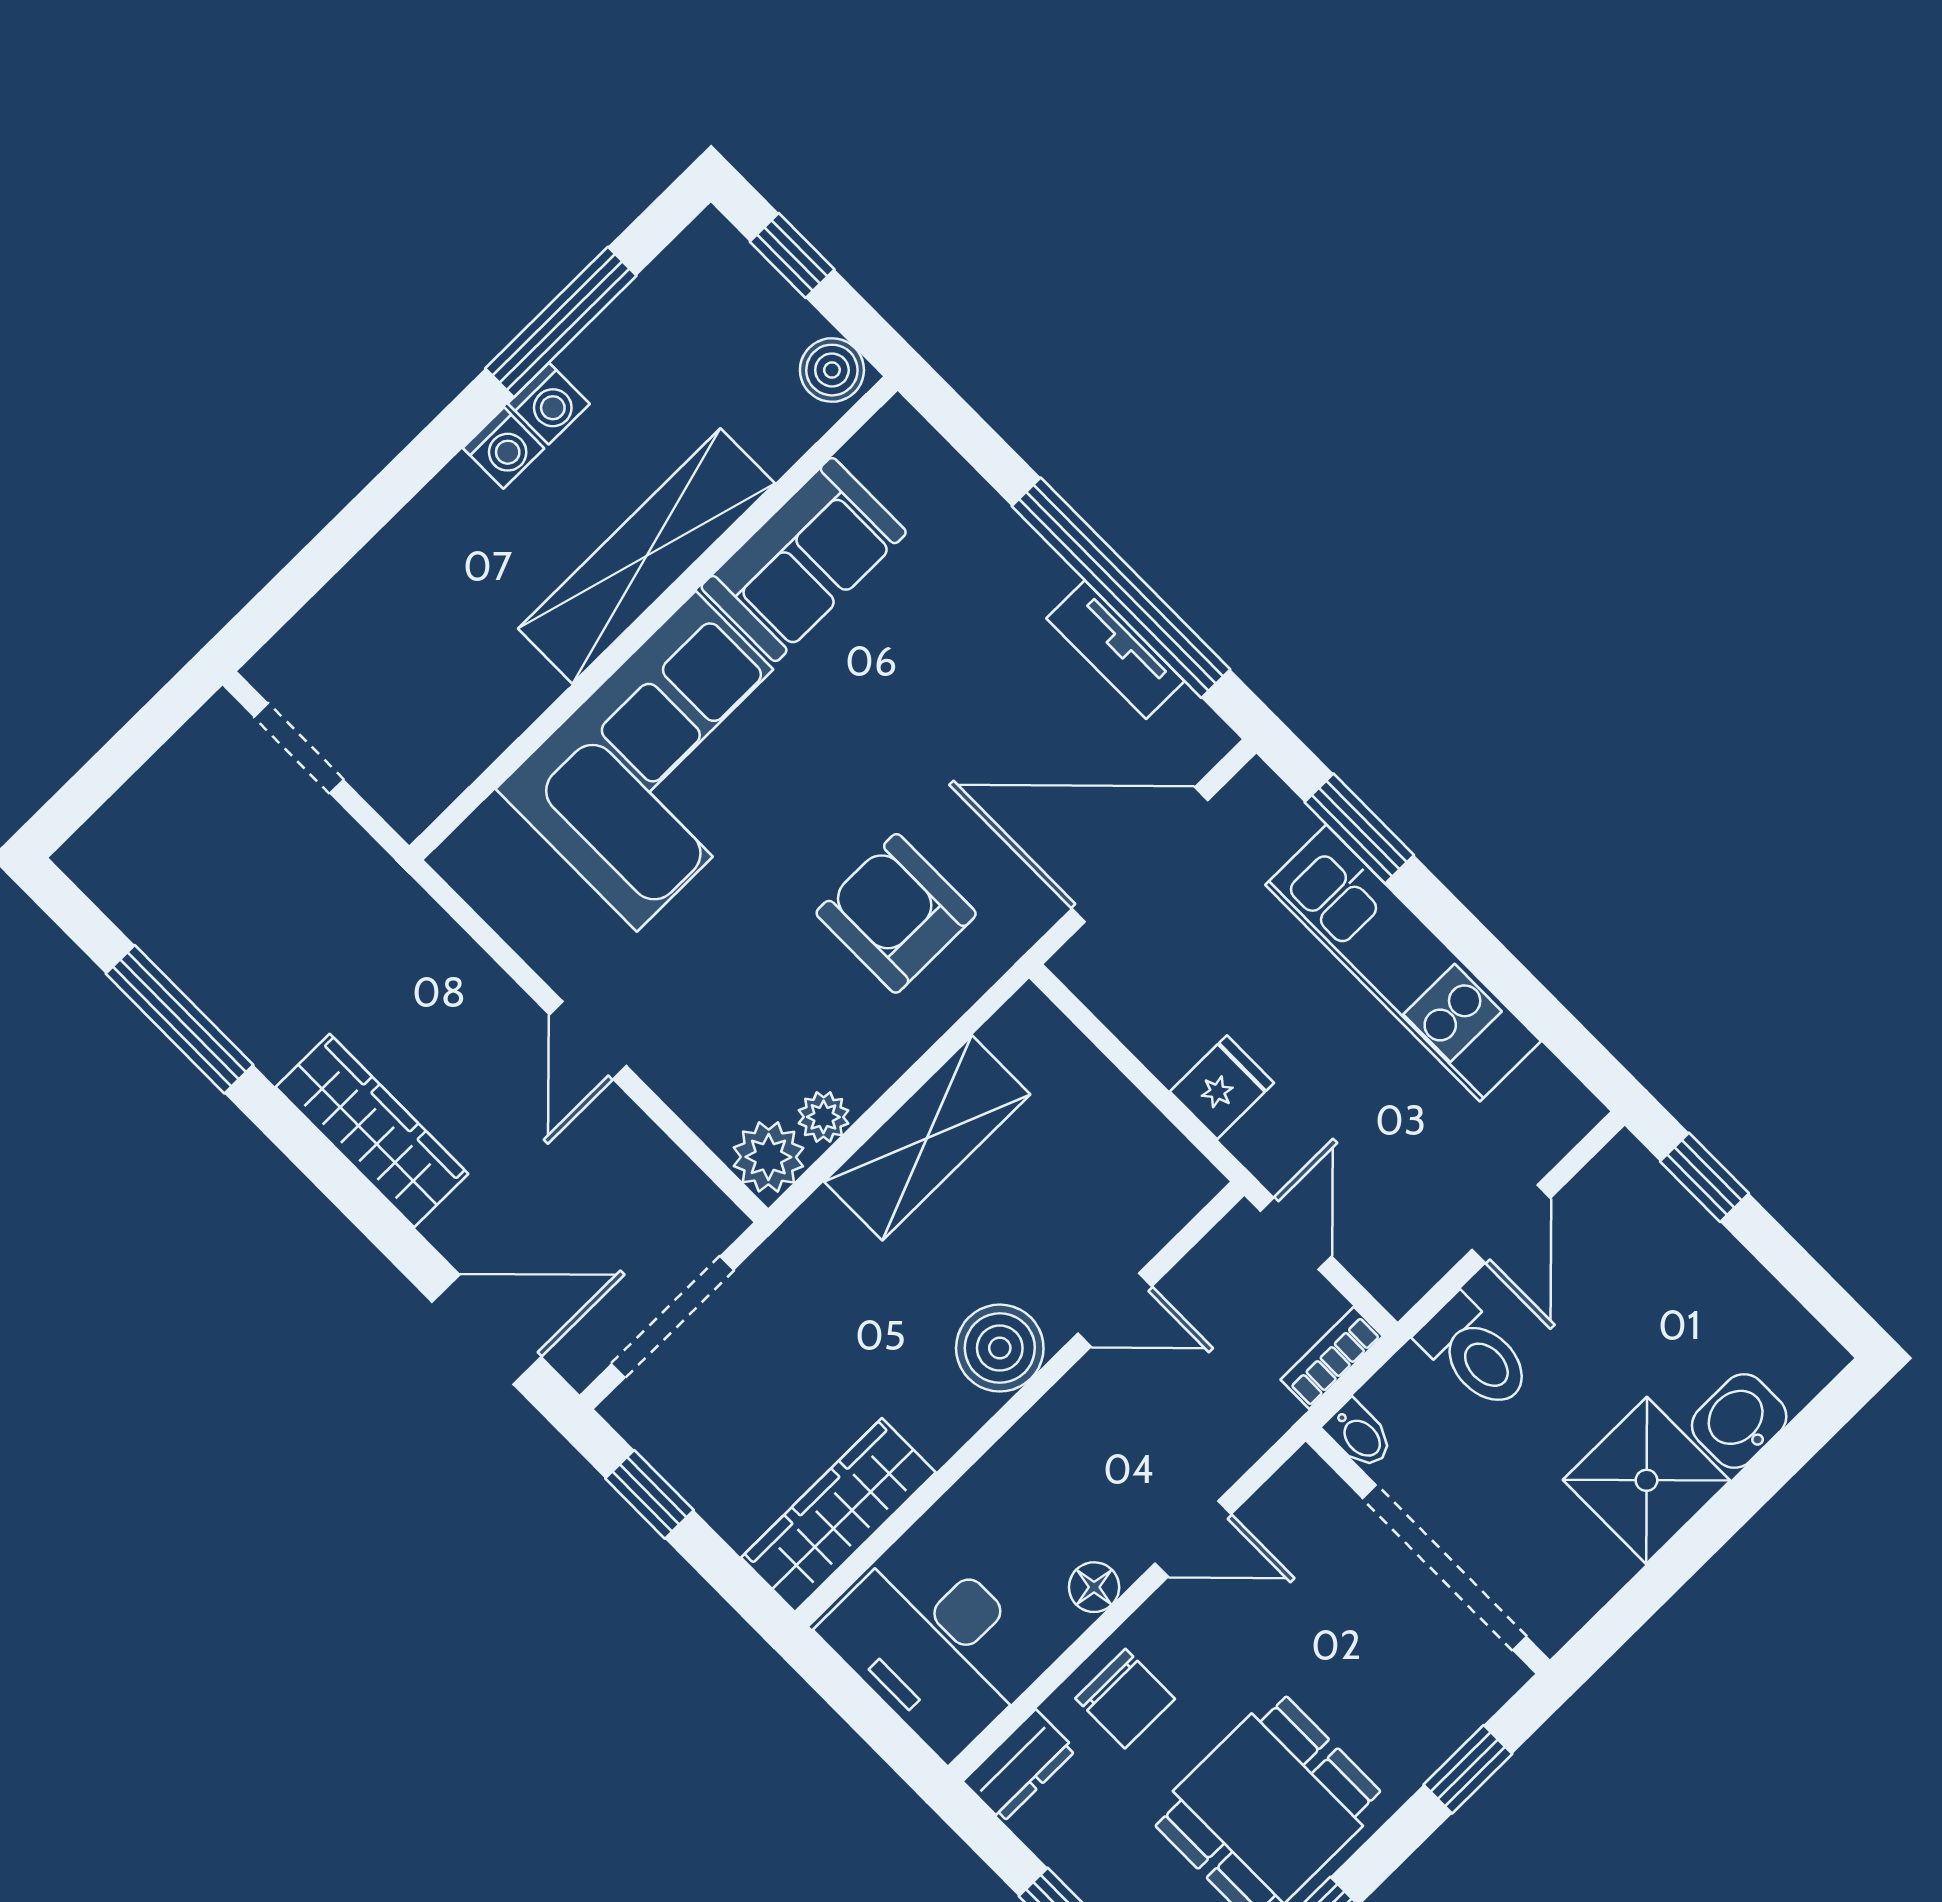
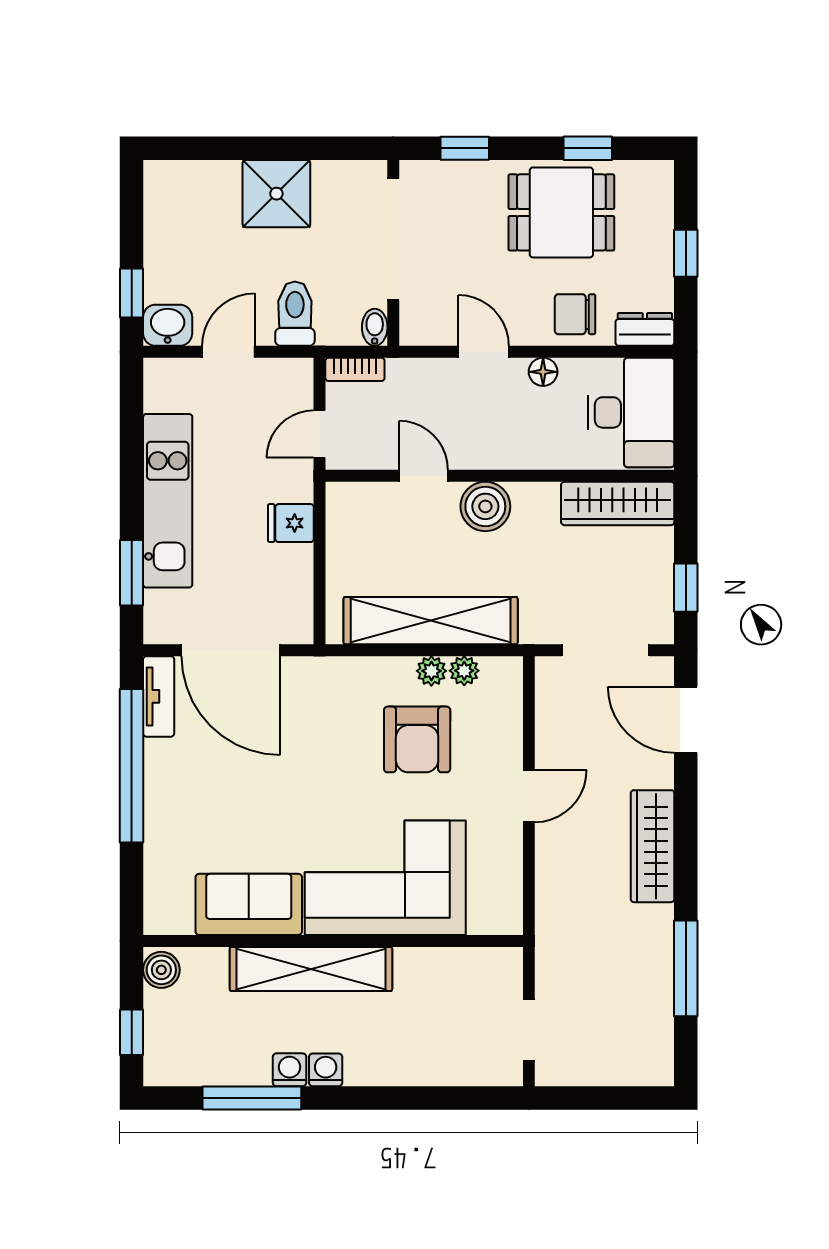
tv unit: (1115, 650) -> (159, 696), moved
armchair: (896, 913) -> (417, 739), moved
shelving: (927, 1138) -> (431, 621), width x1.47
plant: (768, 1157) -> (431, 671), moved, width x0.73, depth x0.73
washbasin: (1739, 1421) -> (168, 325), moved, turned 180
chair: (1125, 1699) -> (575, 314), turned -90

